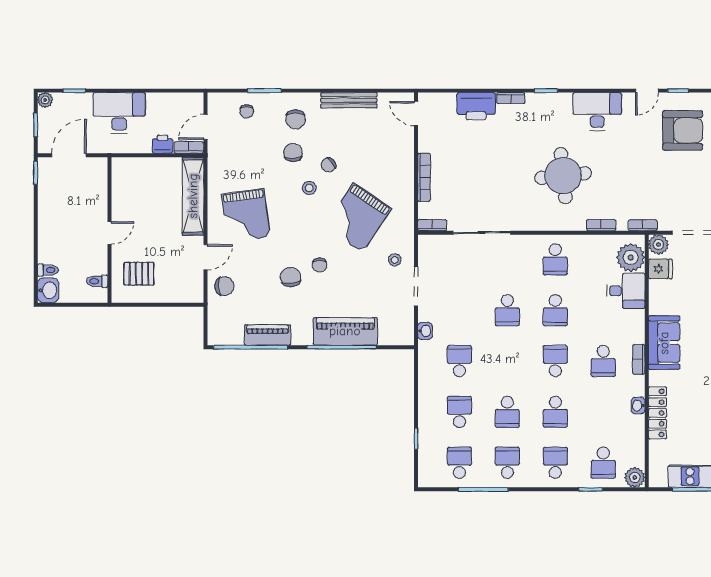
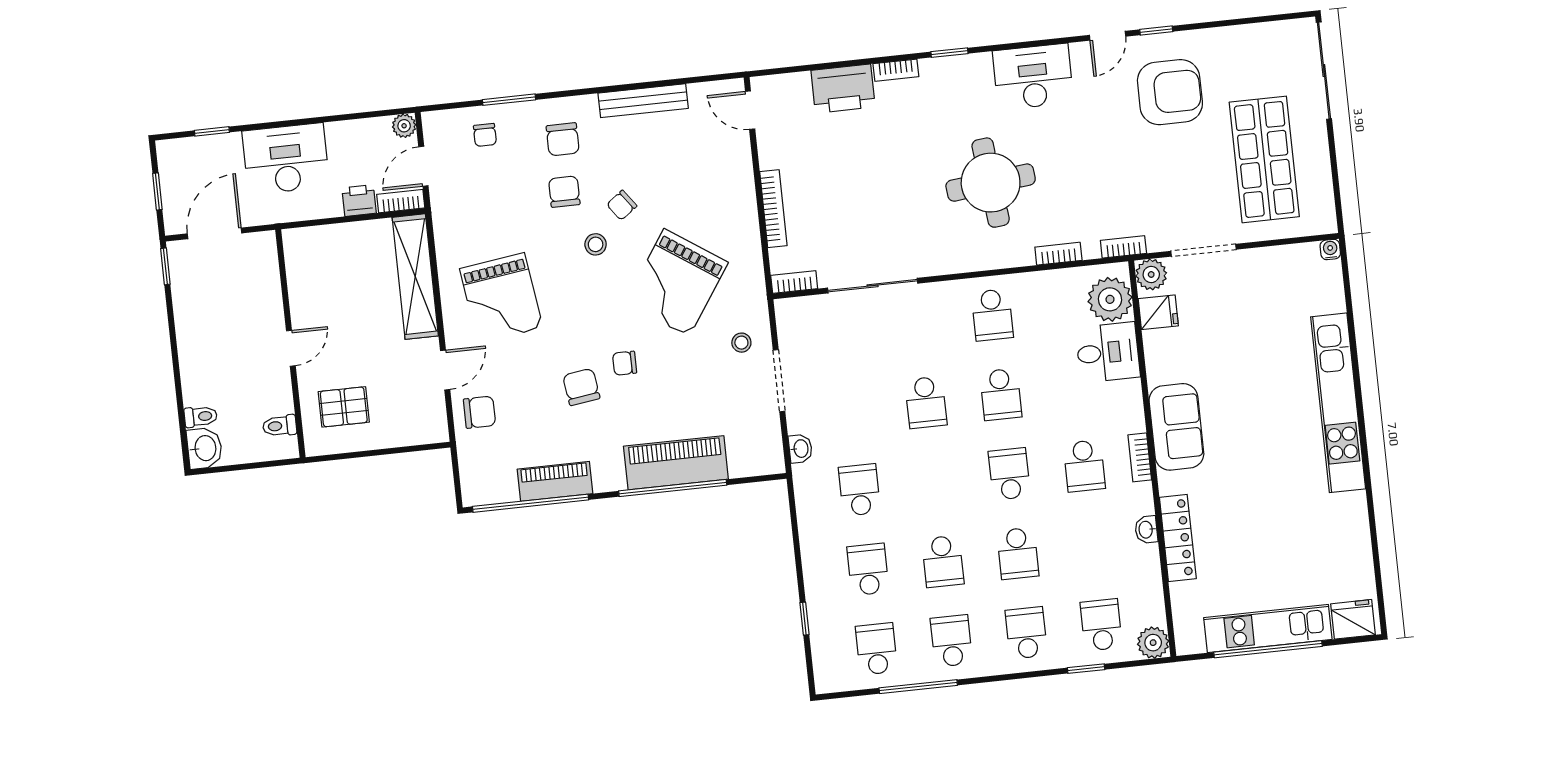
plant: (45, 100) -> (404, 126), moved
chair: (320, 265) -> (625, 363), turned 90
school desk: (603, 463) -> (1101, 625), turned 180

